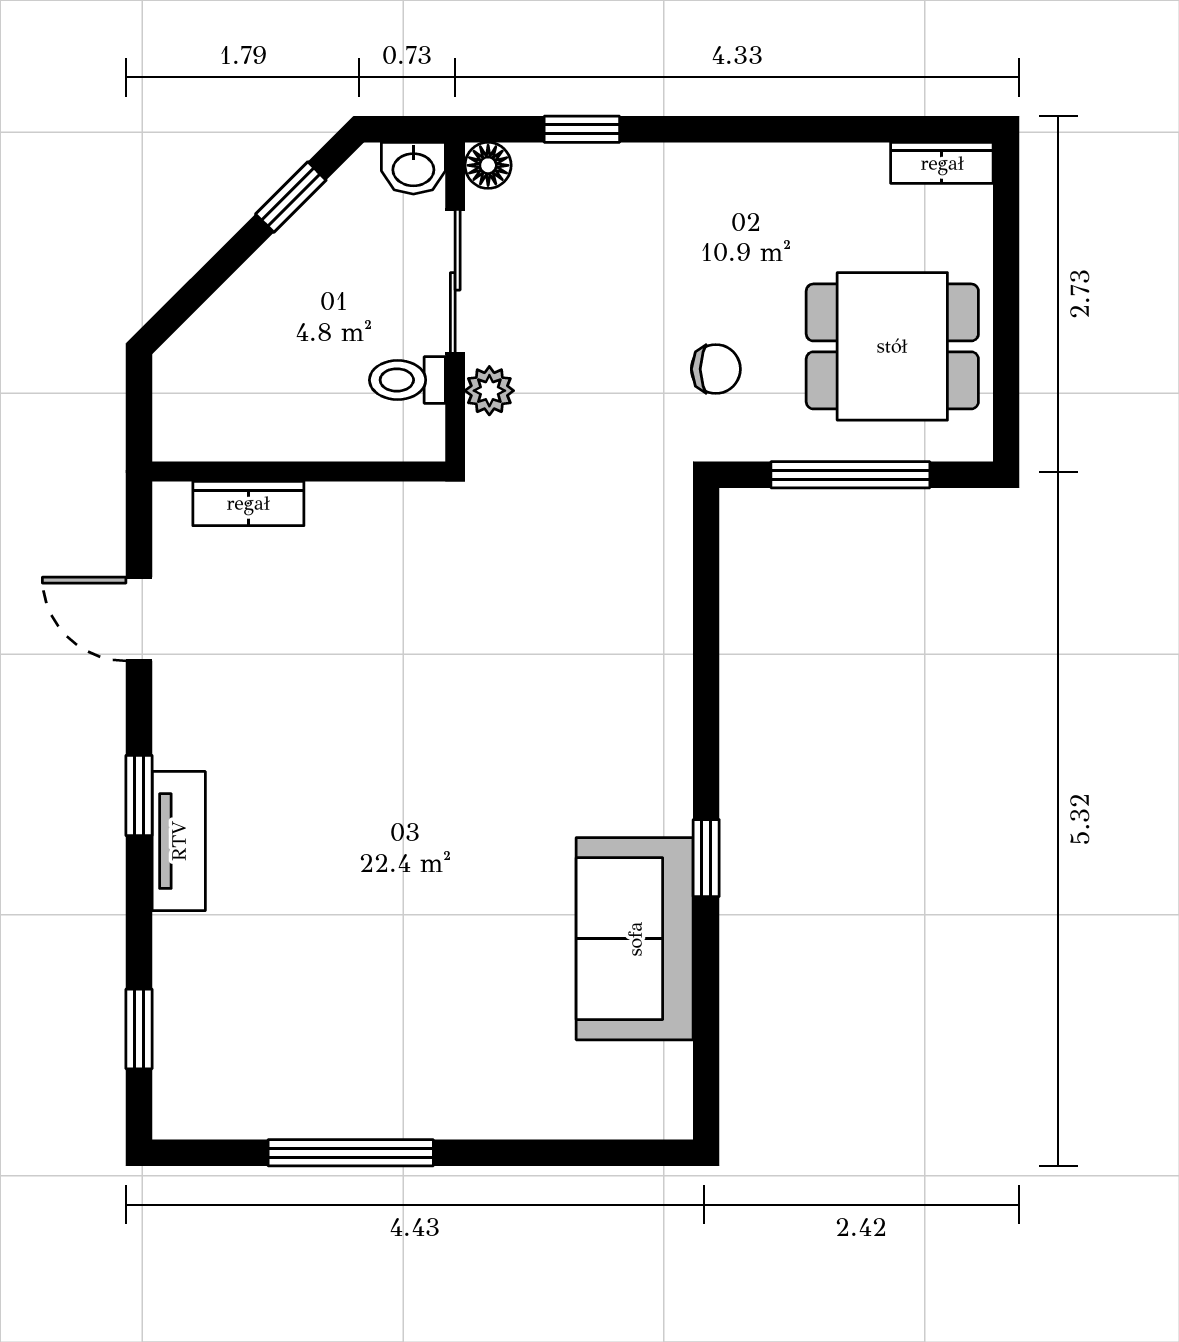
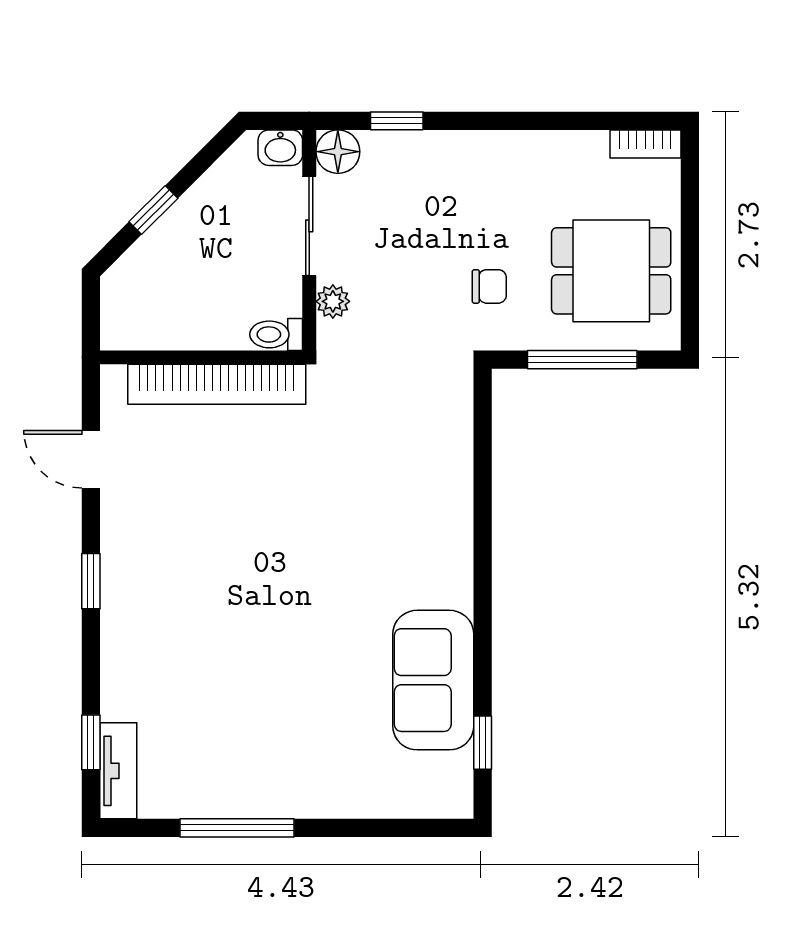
floor lamp: (488, 165) -> (338, 152), width x1.37, depth x1.37
window: (291, 197) -> (153, 210), moved
toilet: (407, 380) -> (276, 334), moved
bookcase: (248, 503) -> (217, 384), width x2.31, depth x1.31
tv unit: (179, 841) -> (118, 771), moved
window: (706, 858) -> (483, 743), moved

